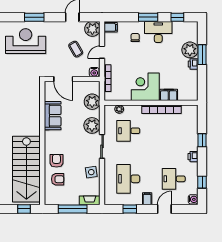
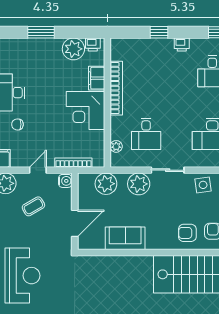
reception desk: (26, 41) -> (22, 276), turned 180
plant: (190, 50) -> (73, 49), moved
door: (102, 52) -> (38, 170), swing flipped
printer: (193, 64) -> (93, 45), moved

